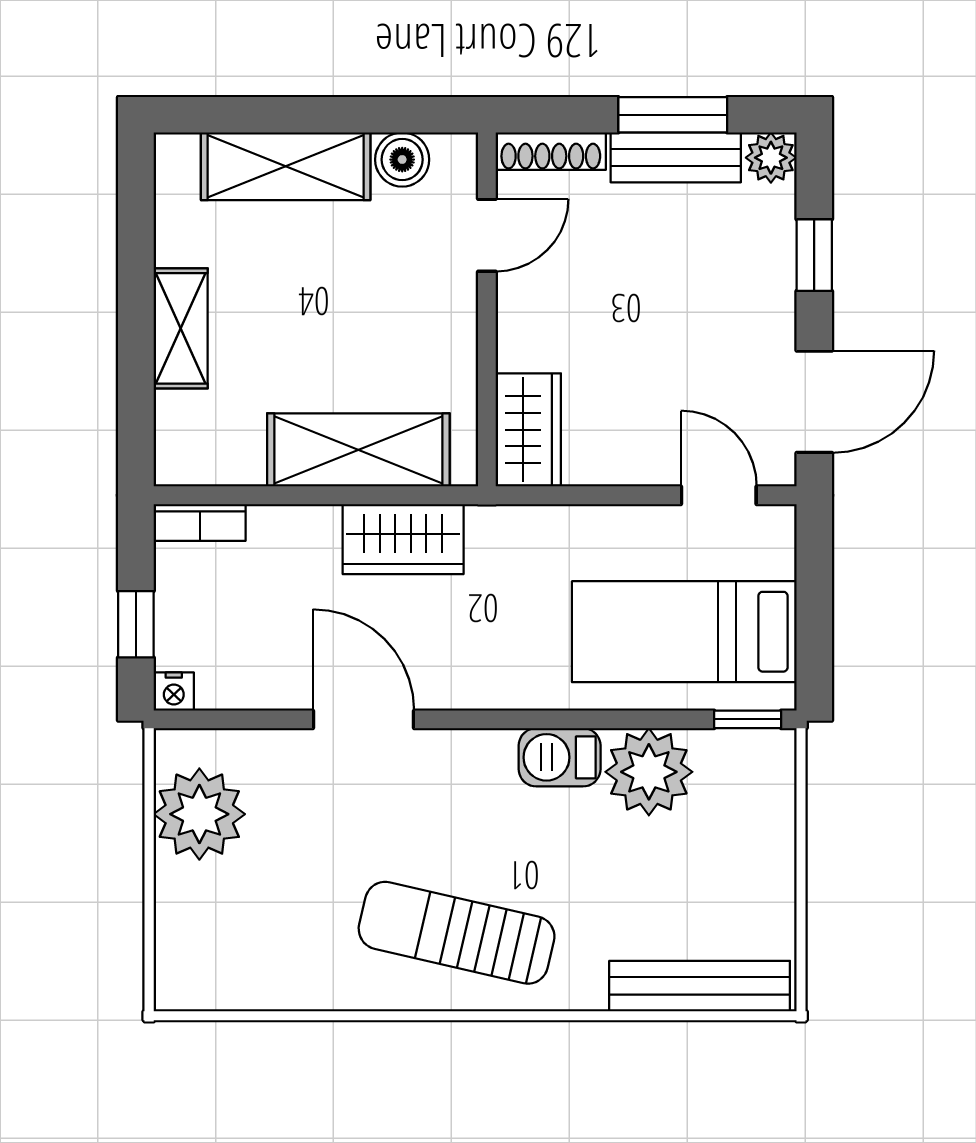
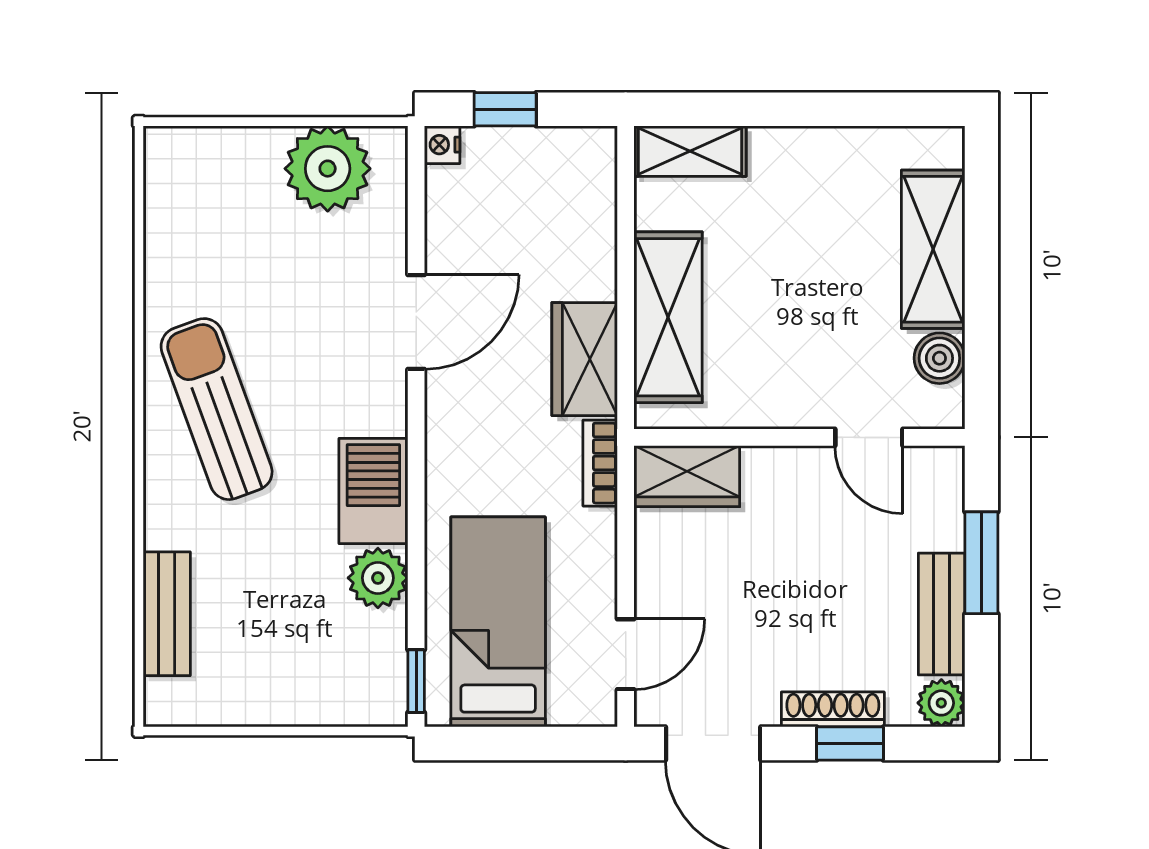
window: (673, 115) -> (981, 563), moved
shoe rack: (551, 151) -> (833, 709), moved, turned 90
shelving: (181, 328) -> (690, 151), moved
bookcase: (200, 522) -> (600, 463), moved
barbecue: (560, 757) -> (373, 491), width x1.38, depth x1.27
plant: (649, 772) -> (378, 578), width x0.73, depth x0.73
sun lounger: (457, 933) -> (217, 409), turned -33
bench: (700, 986) -> (167, 614), width x0.73

